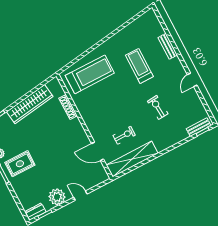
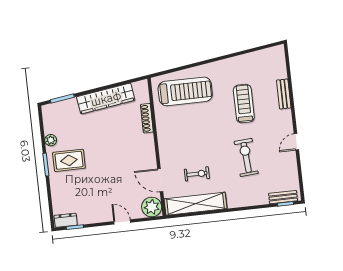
exercise bike: (158, 107) -> (246, 157), width x1.38, depth x1.39
plant: (57, 197) -> (152, 207), moved

